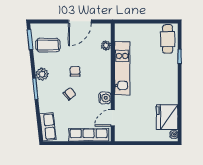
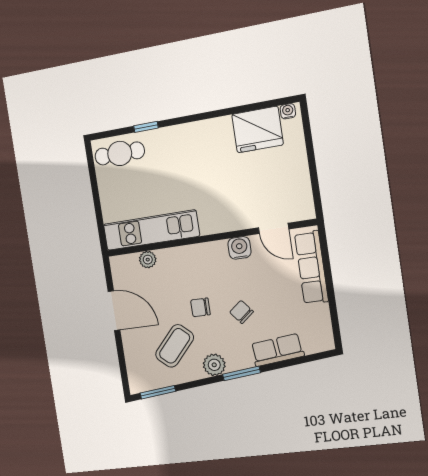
coffee table: (48, 45) -> (175, 346), moved, turned 42
kitchen unit: (122, 68) -> (151, 230), moved
row of seats: (48, 127) -> (277, 350), moved

